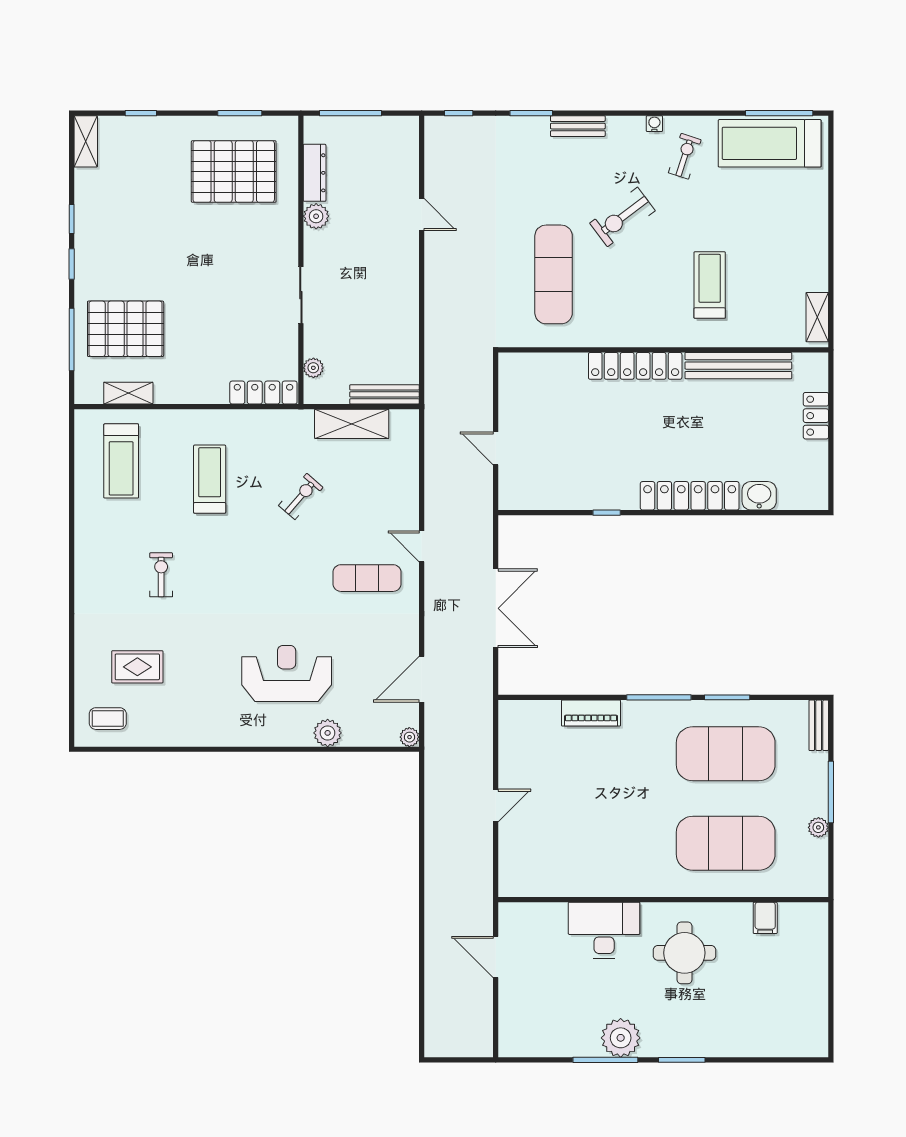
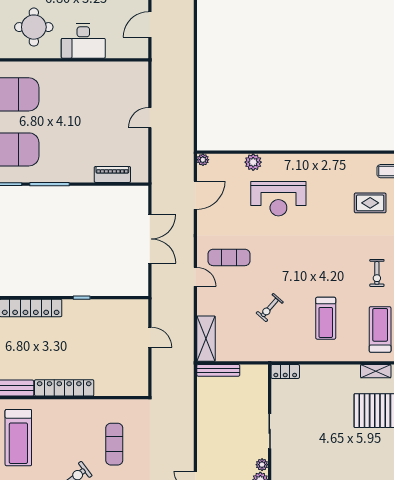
exercise mat: (554, 274) -> (114, 444), width x0.73, depth x0.69
treadmill: (710, 285) -> (18, 438), width x1.37, depth x1.38
plant: (313, 368) -> (262, 465), moved
locker: (263, 393) -> (285, 371), width x0.66
shelving: (352, 424) -> (206, 339), moved, turned 90
exercise bike: (161, 575) -> (377, 273), moved
double door: (496, 608) -> (150, 239), swing flipped
piano: (591, 713) -> (112, 174), moved
door: (496, 957) -> (150, 25), swing flipped

